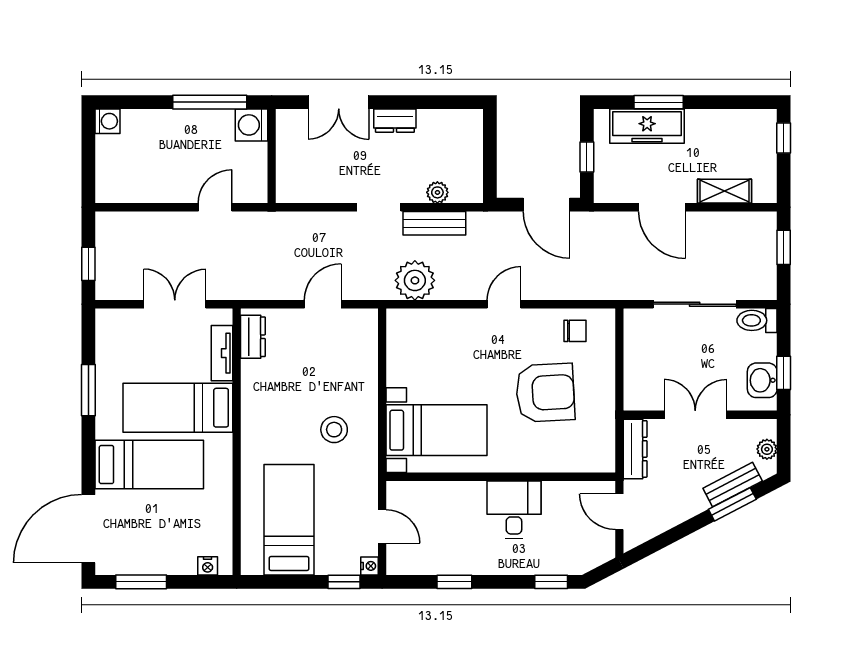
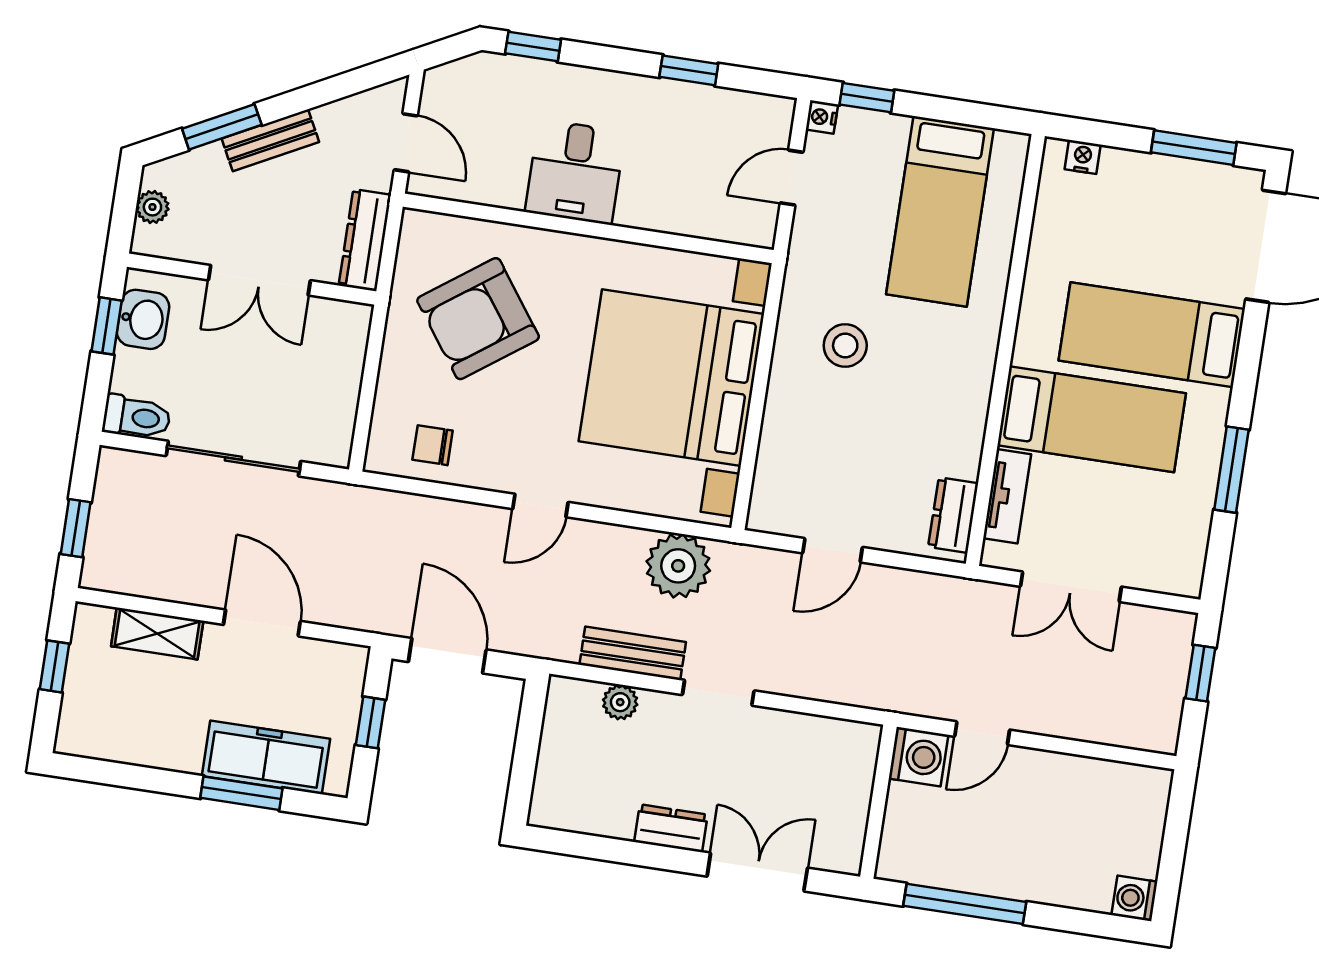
washing machine: (251, 125) -> (918, 757), moved
window: (784, 138) -> (54, 666), moved
armchair: (545, 393) -> (478, 319), moved, turned -33
bed with nightstands: (436, 430) -> (671, 378), width x1.85
bench: (733, 485) -> (270, 140), moved
door: (382, 526) -> (792, 178), hinge flipped

